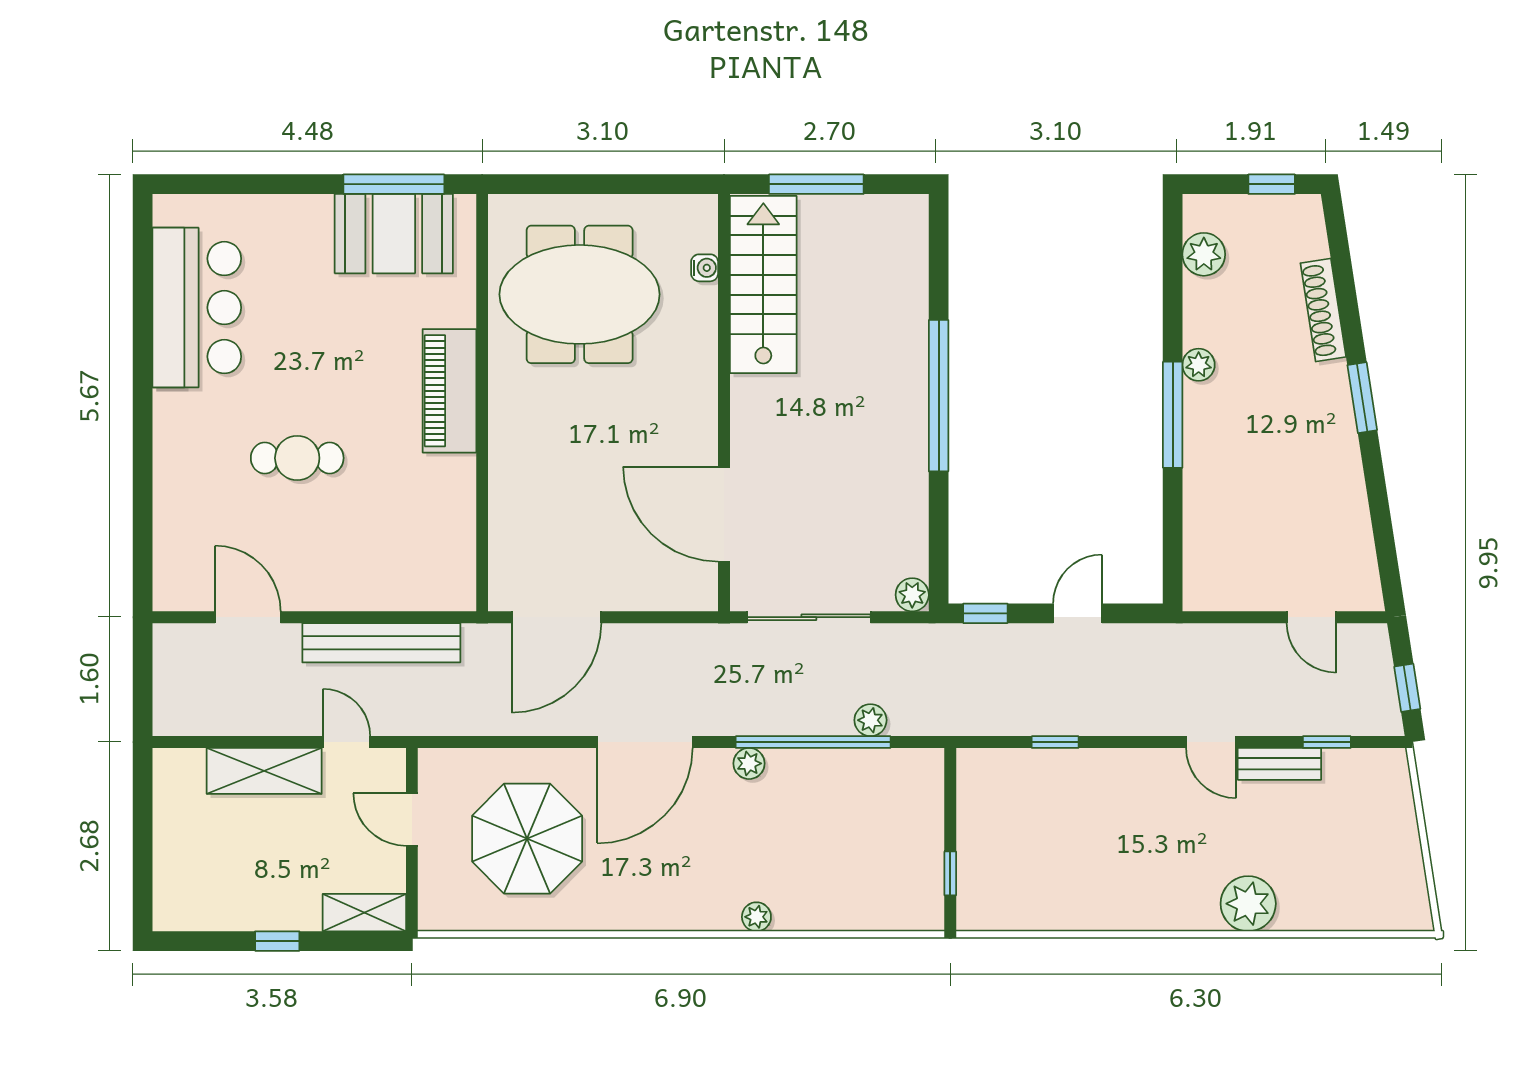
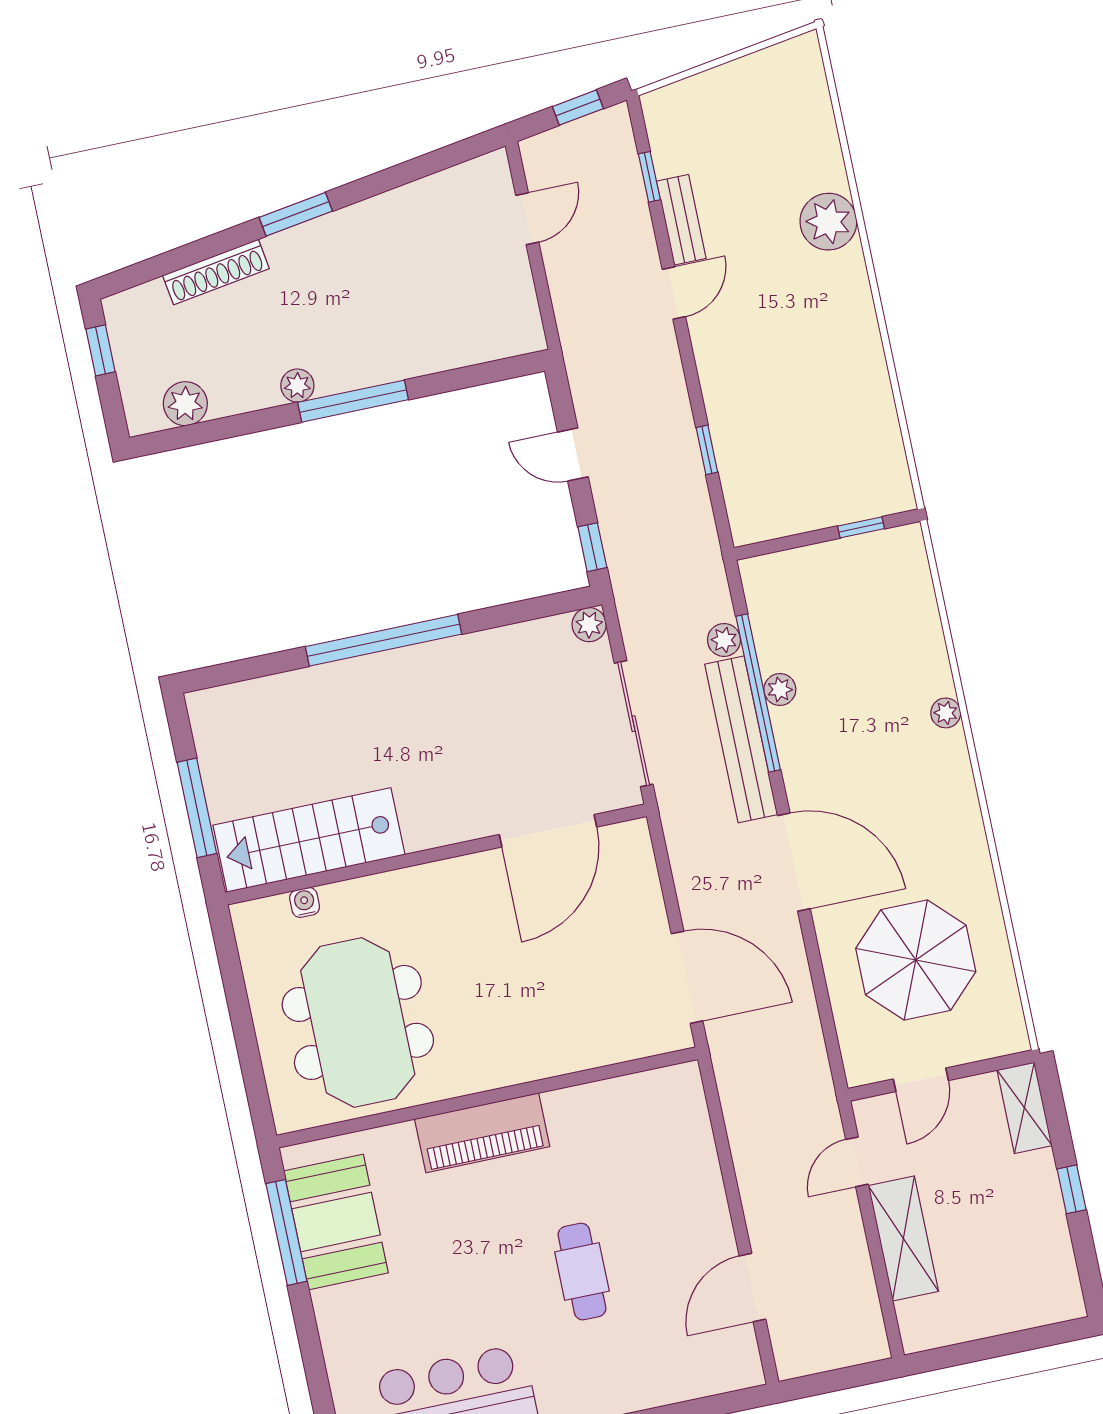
bench: (381, 643) -> (741, 739), moved
plant: (749, 763) -> (780, 689), moved

